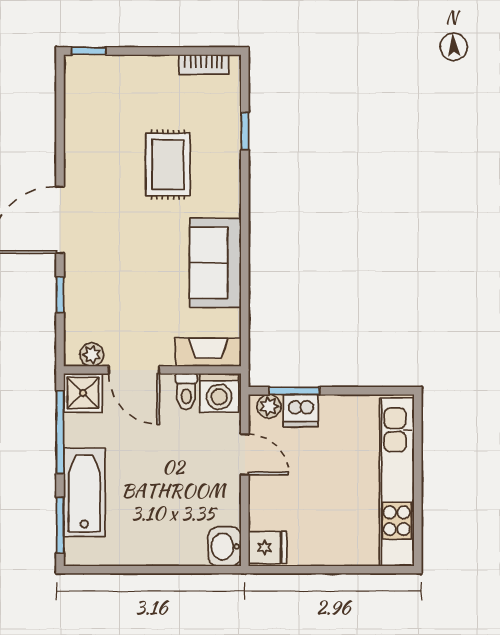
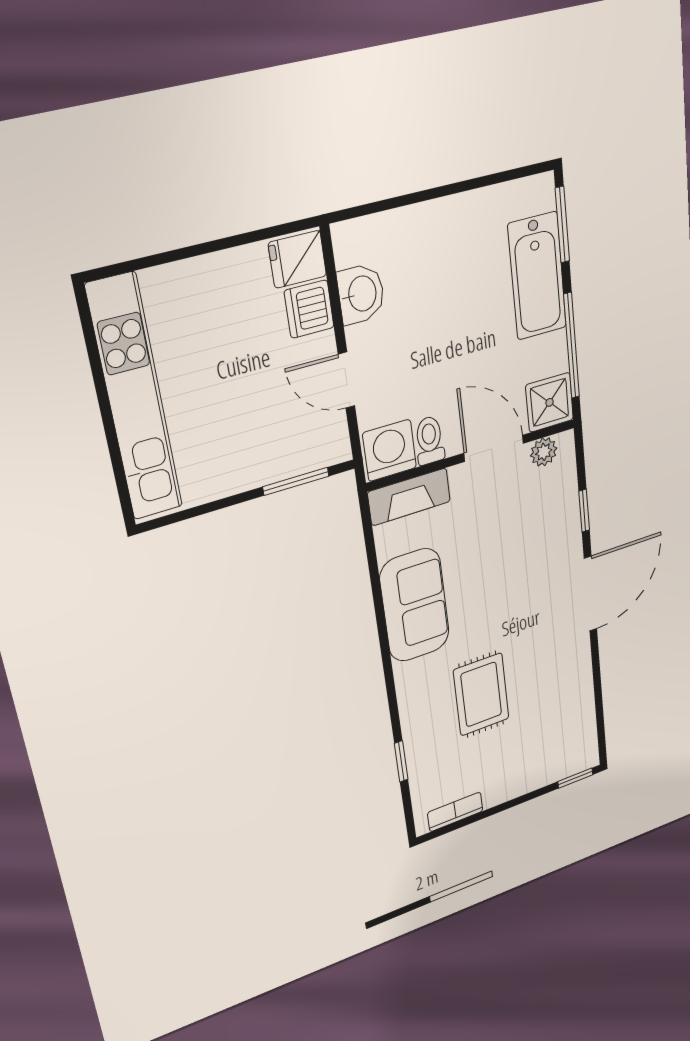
plant: (269, 406) -> (325, 452), removed
dishwasher: (301, 411) -> (309, 309), moved, turned -90
washbasin: (225, 547) -> (361, 294), moved

